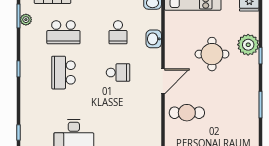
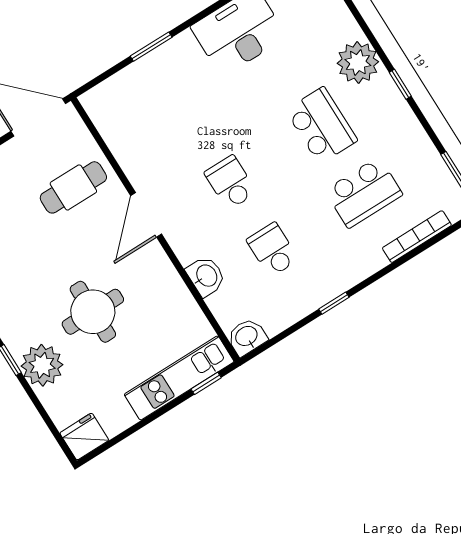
plant: (26, 20) -> (358, 63), moved, width x1.87, depth x1.87
school desk: (63, 32) -> (364, 193), turned 180
school desk: (118, 73) -> (230, 182), turned 90

